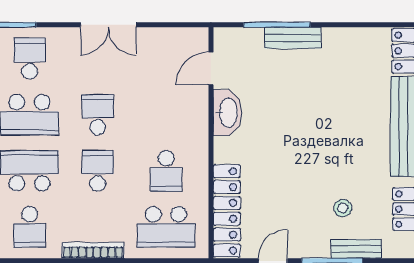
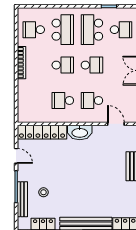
washbasin: (228, 113) -> (80, 132), moved
school desk: (166, 227) -> (92, 100), moved, width x0.54
bench: (356, 249) -> (22, 199), width x1.36

